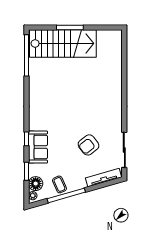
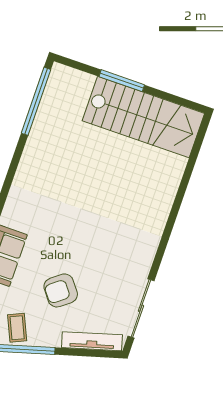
stairs: (63, 43) -> (143, 117), moved
armchair: (89, 145) -> (61, 290), moved

